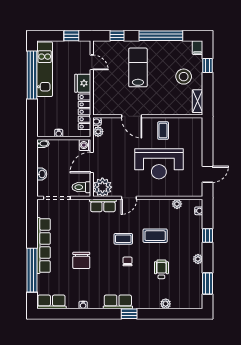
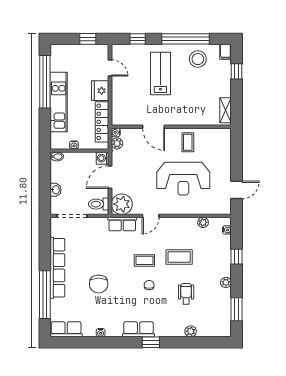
kitchen unit: (45, 69) -> (59, 102), moved
stool: (184, 77) -> (198, 59), moved

